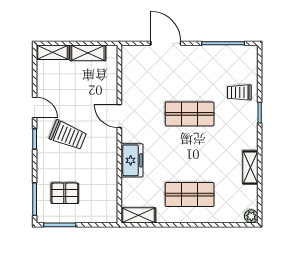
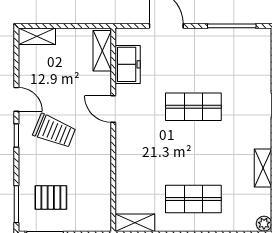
shelving: (88, 53) -> (102, 51), moved, turned 90
trolley: (239, 92) -> (250, 82), removed
freezer: (132, 160) -> (128, 64), moved

